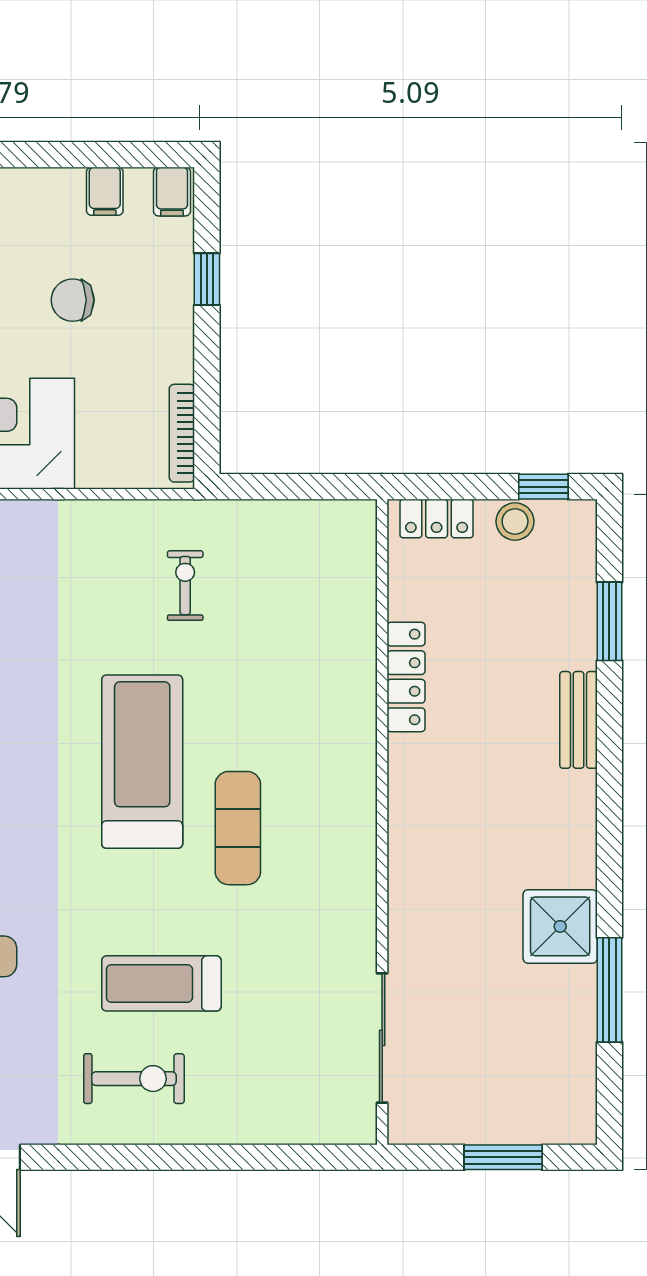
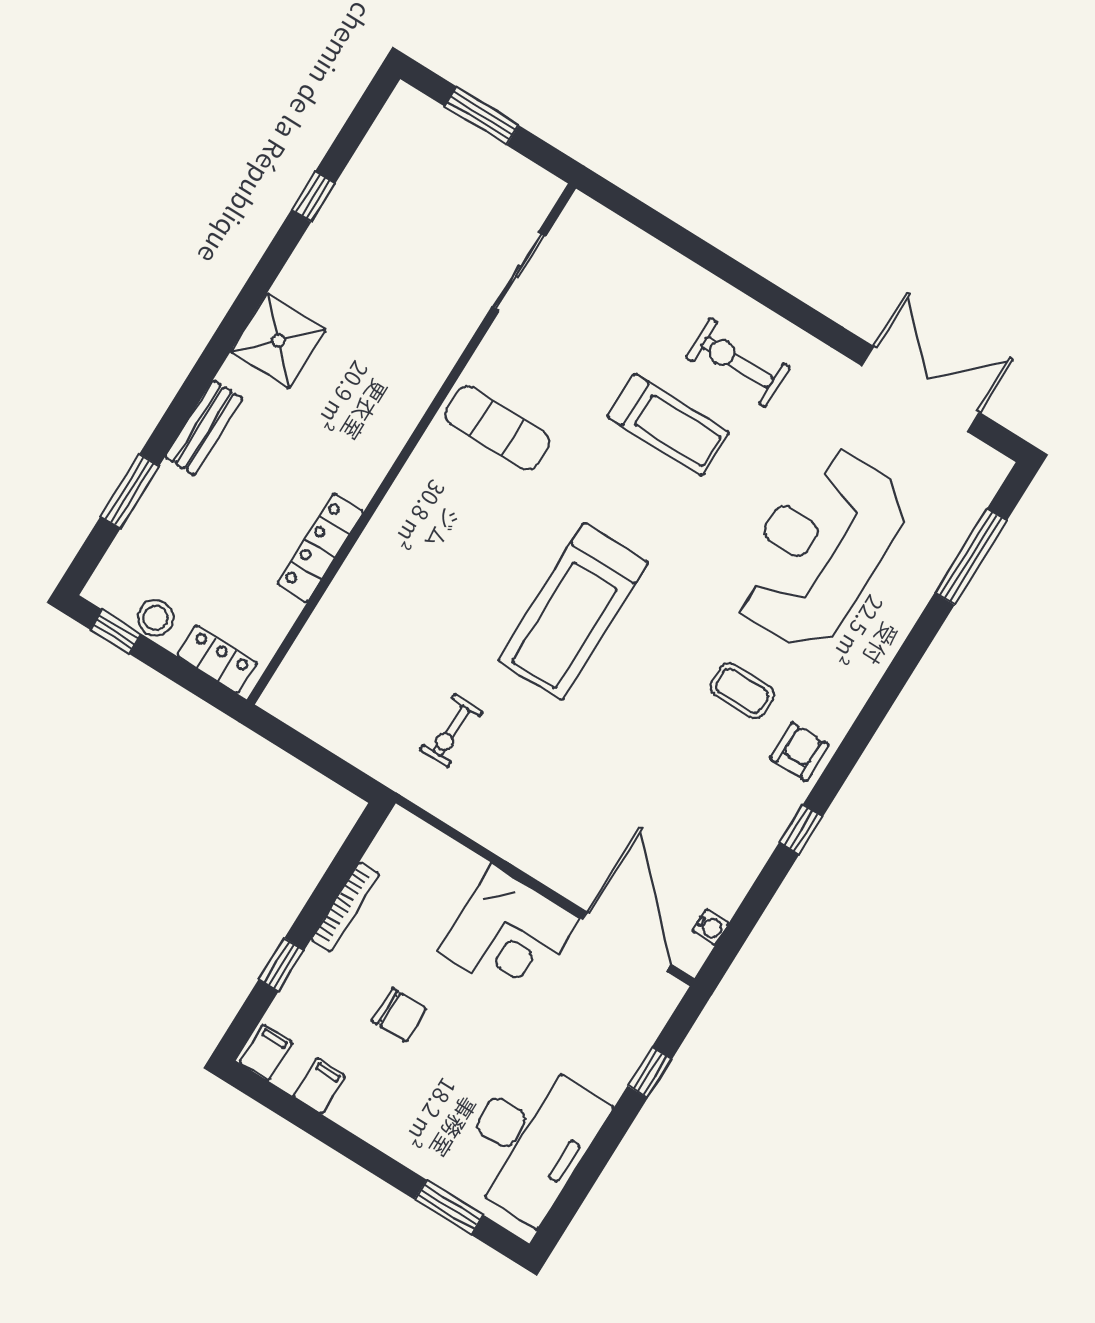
bookcase: (182, 433) -> (345, 907), moved
exercise mat: (238, 828) -> (497, 428), moved, turned 90
shower: (560, 926) -> (278, 341), moved
window: (609, 990) -> (313, 197), width x0.46
sliding door: (382, 1038) -> (519, 271), width x0.73

